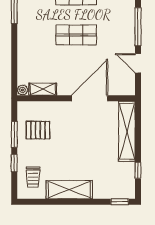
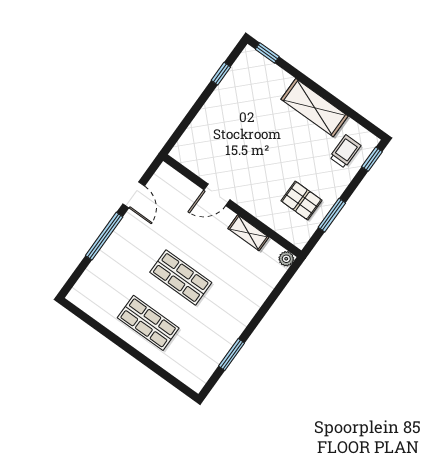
shelving: (43, 89) -> (248, 233), moved
door: (90, 98) -> (217, 195), width x0.53
shelving: (127, 131) -> (202, 127), removed
window: (14, 163) -> (372, 159), moved

